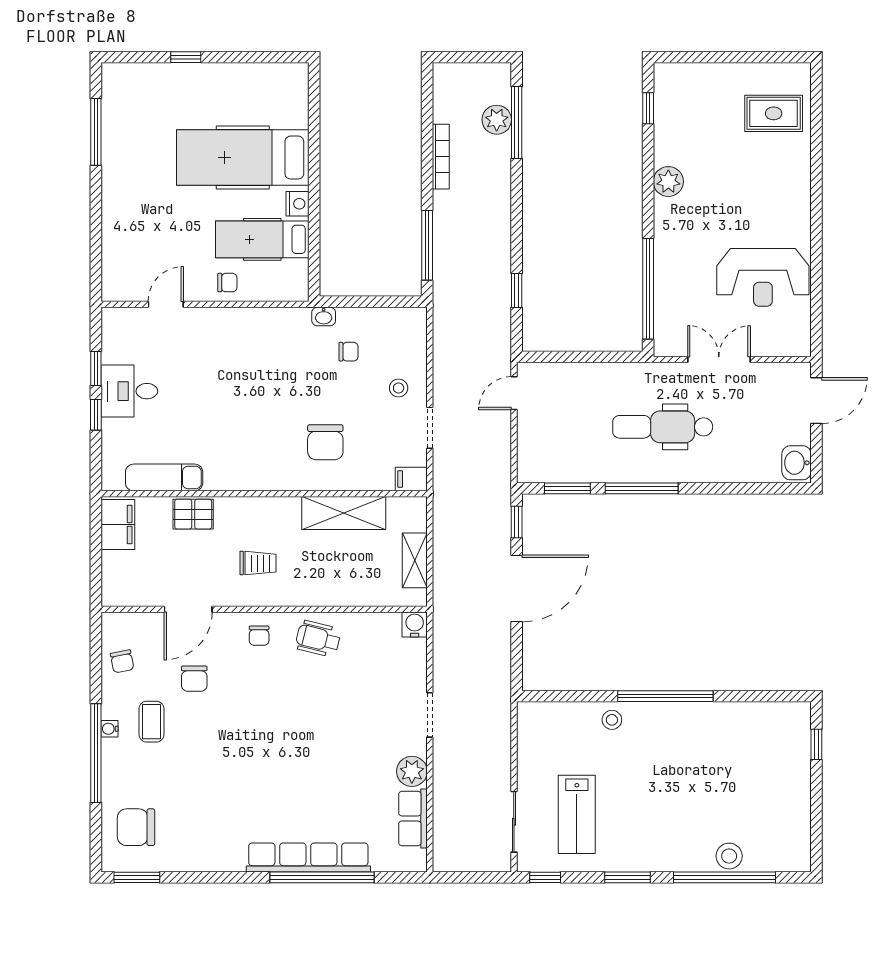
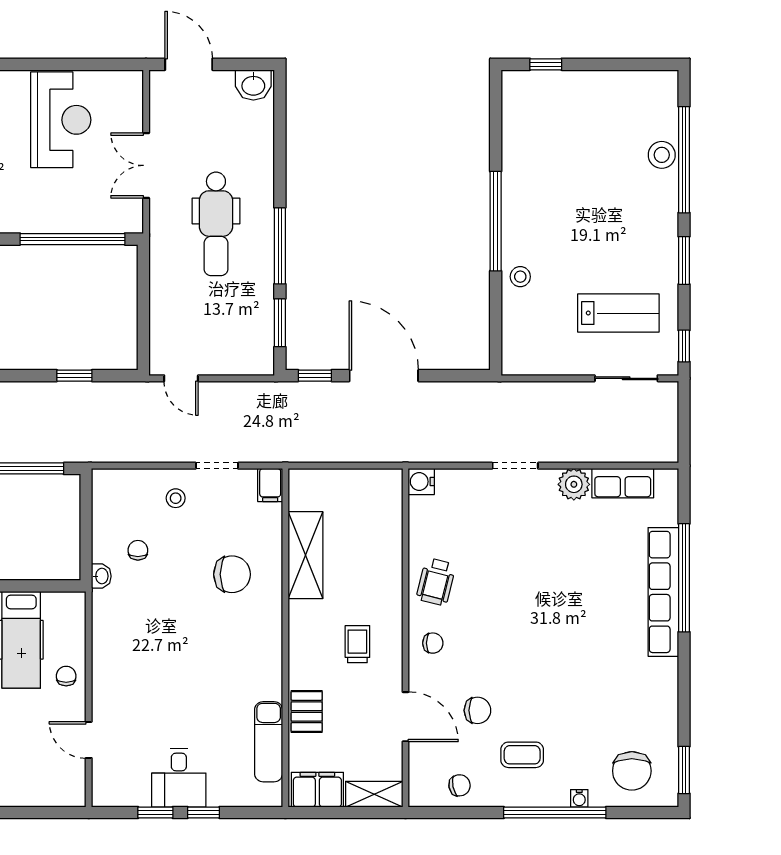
shelving: (415, 560) -> (374, 794), moved
water cooler: (110, 729) -> (579, 798), moved

